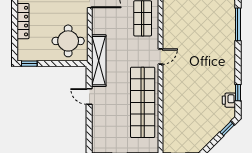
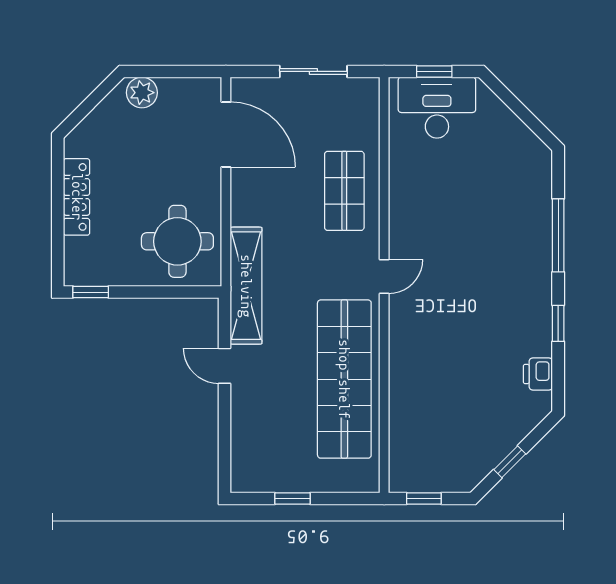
window: (238, 24) -> (558, 235), moved
window: (238, 93) -> (558, 323), moved
window: (227, 129) -> (510, 462), moved

